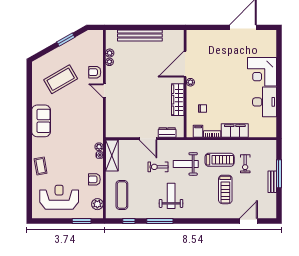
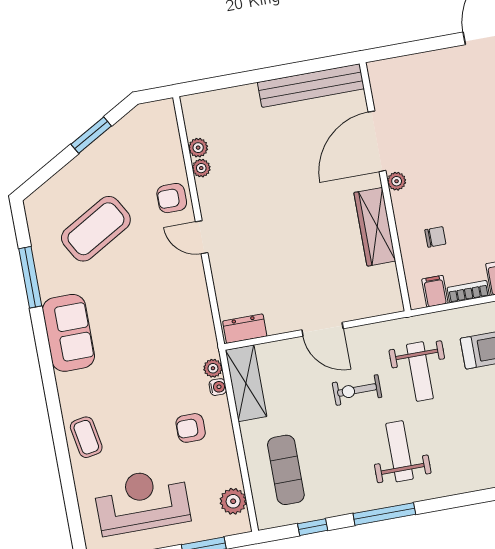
bench: (140, 36) -> (311, 85), moved
window: (29, 95) -> (30, 277), added
dresser: (167, 133) -> (245, 329), moved
weight bench: (186, 164) -> (420, 372), turned -90
armchair: (94, 179) -> (191, 428), moved

